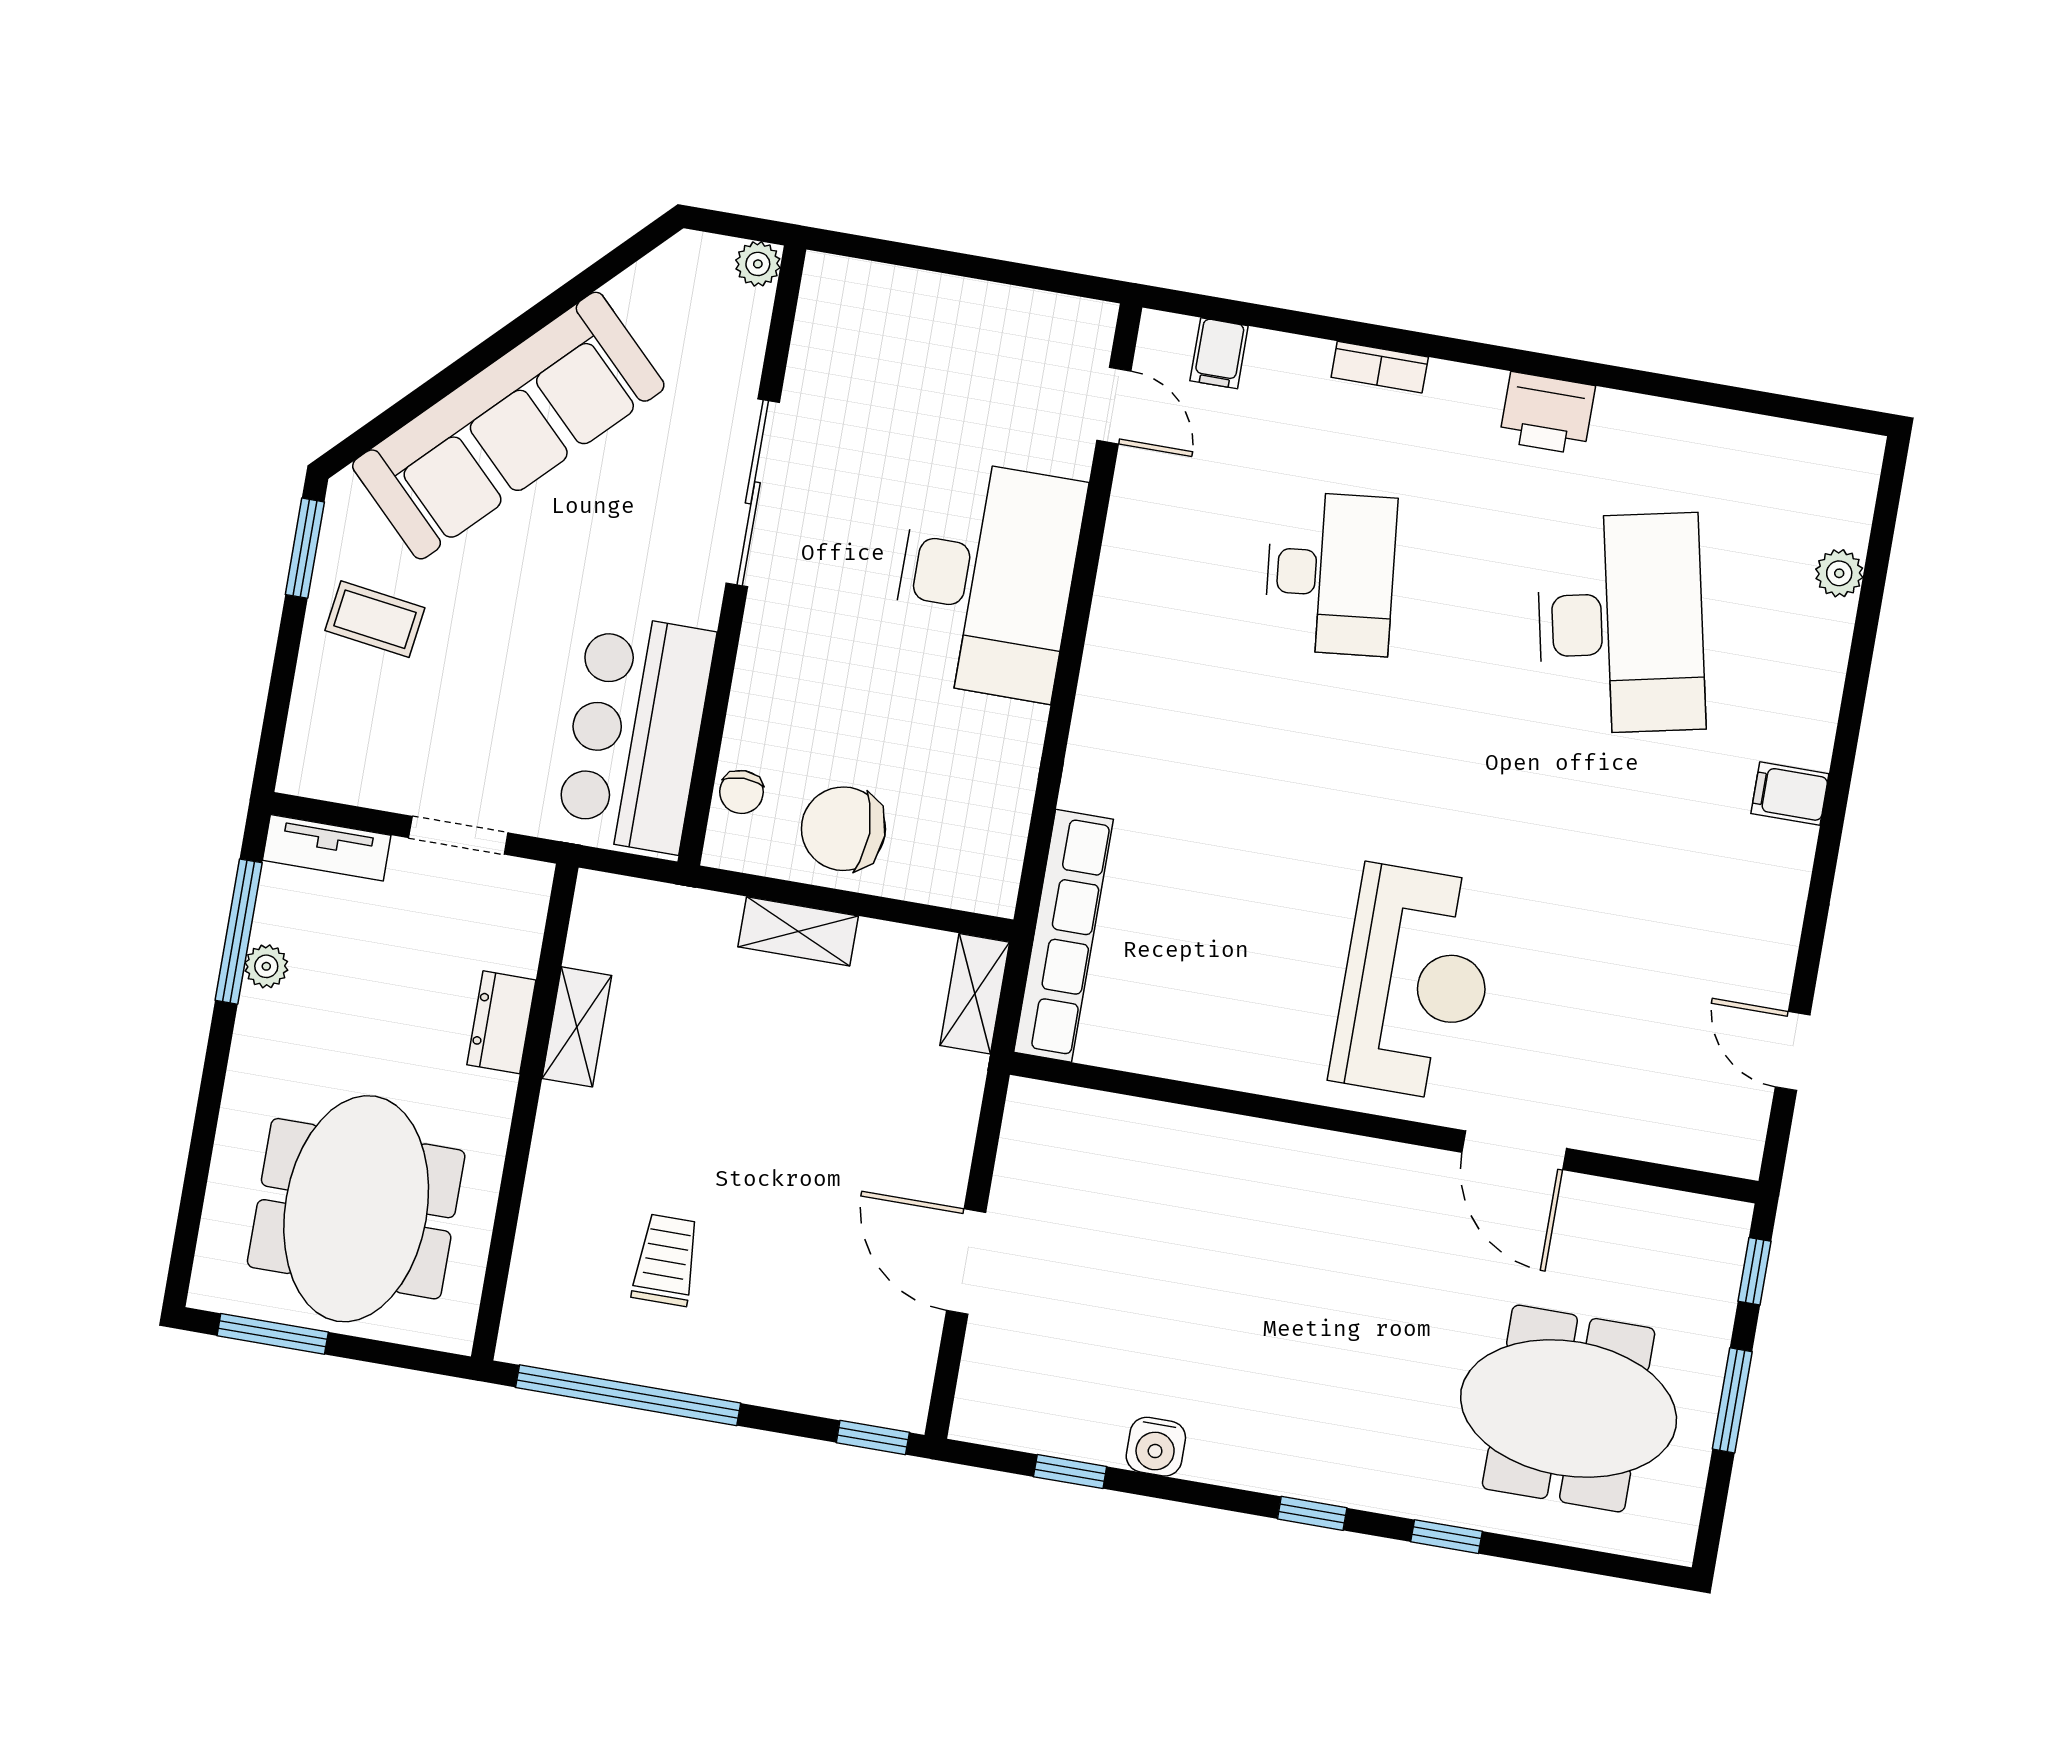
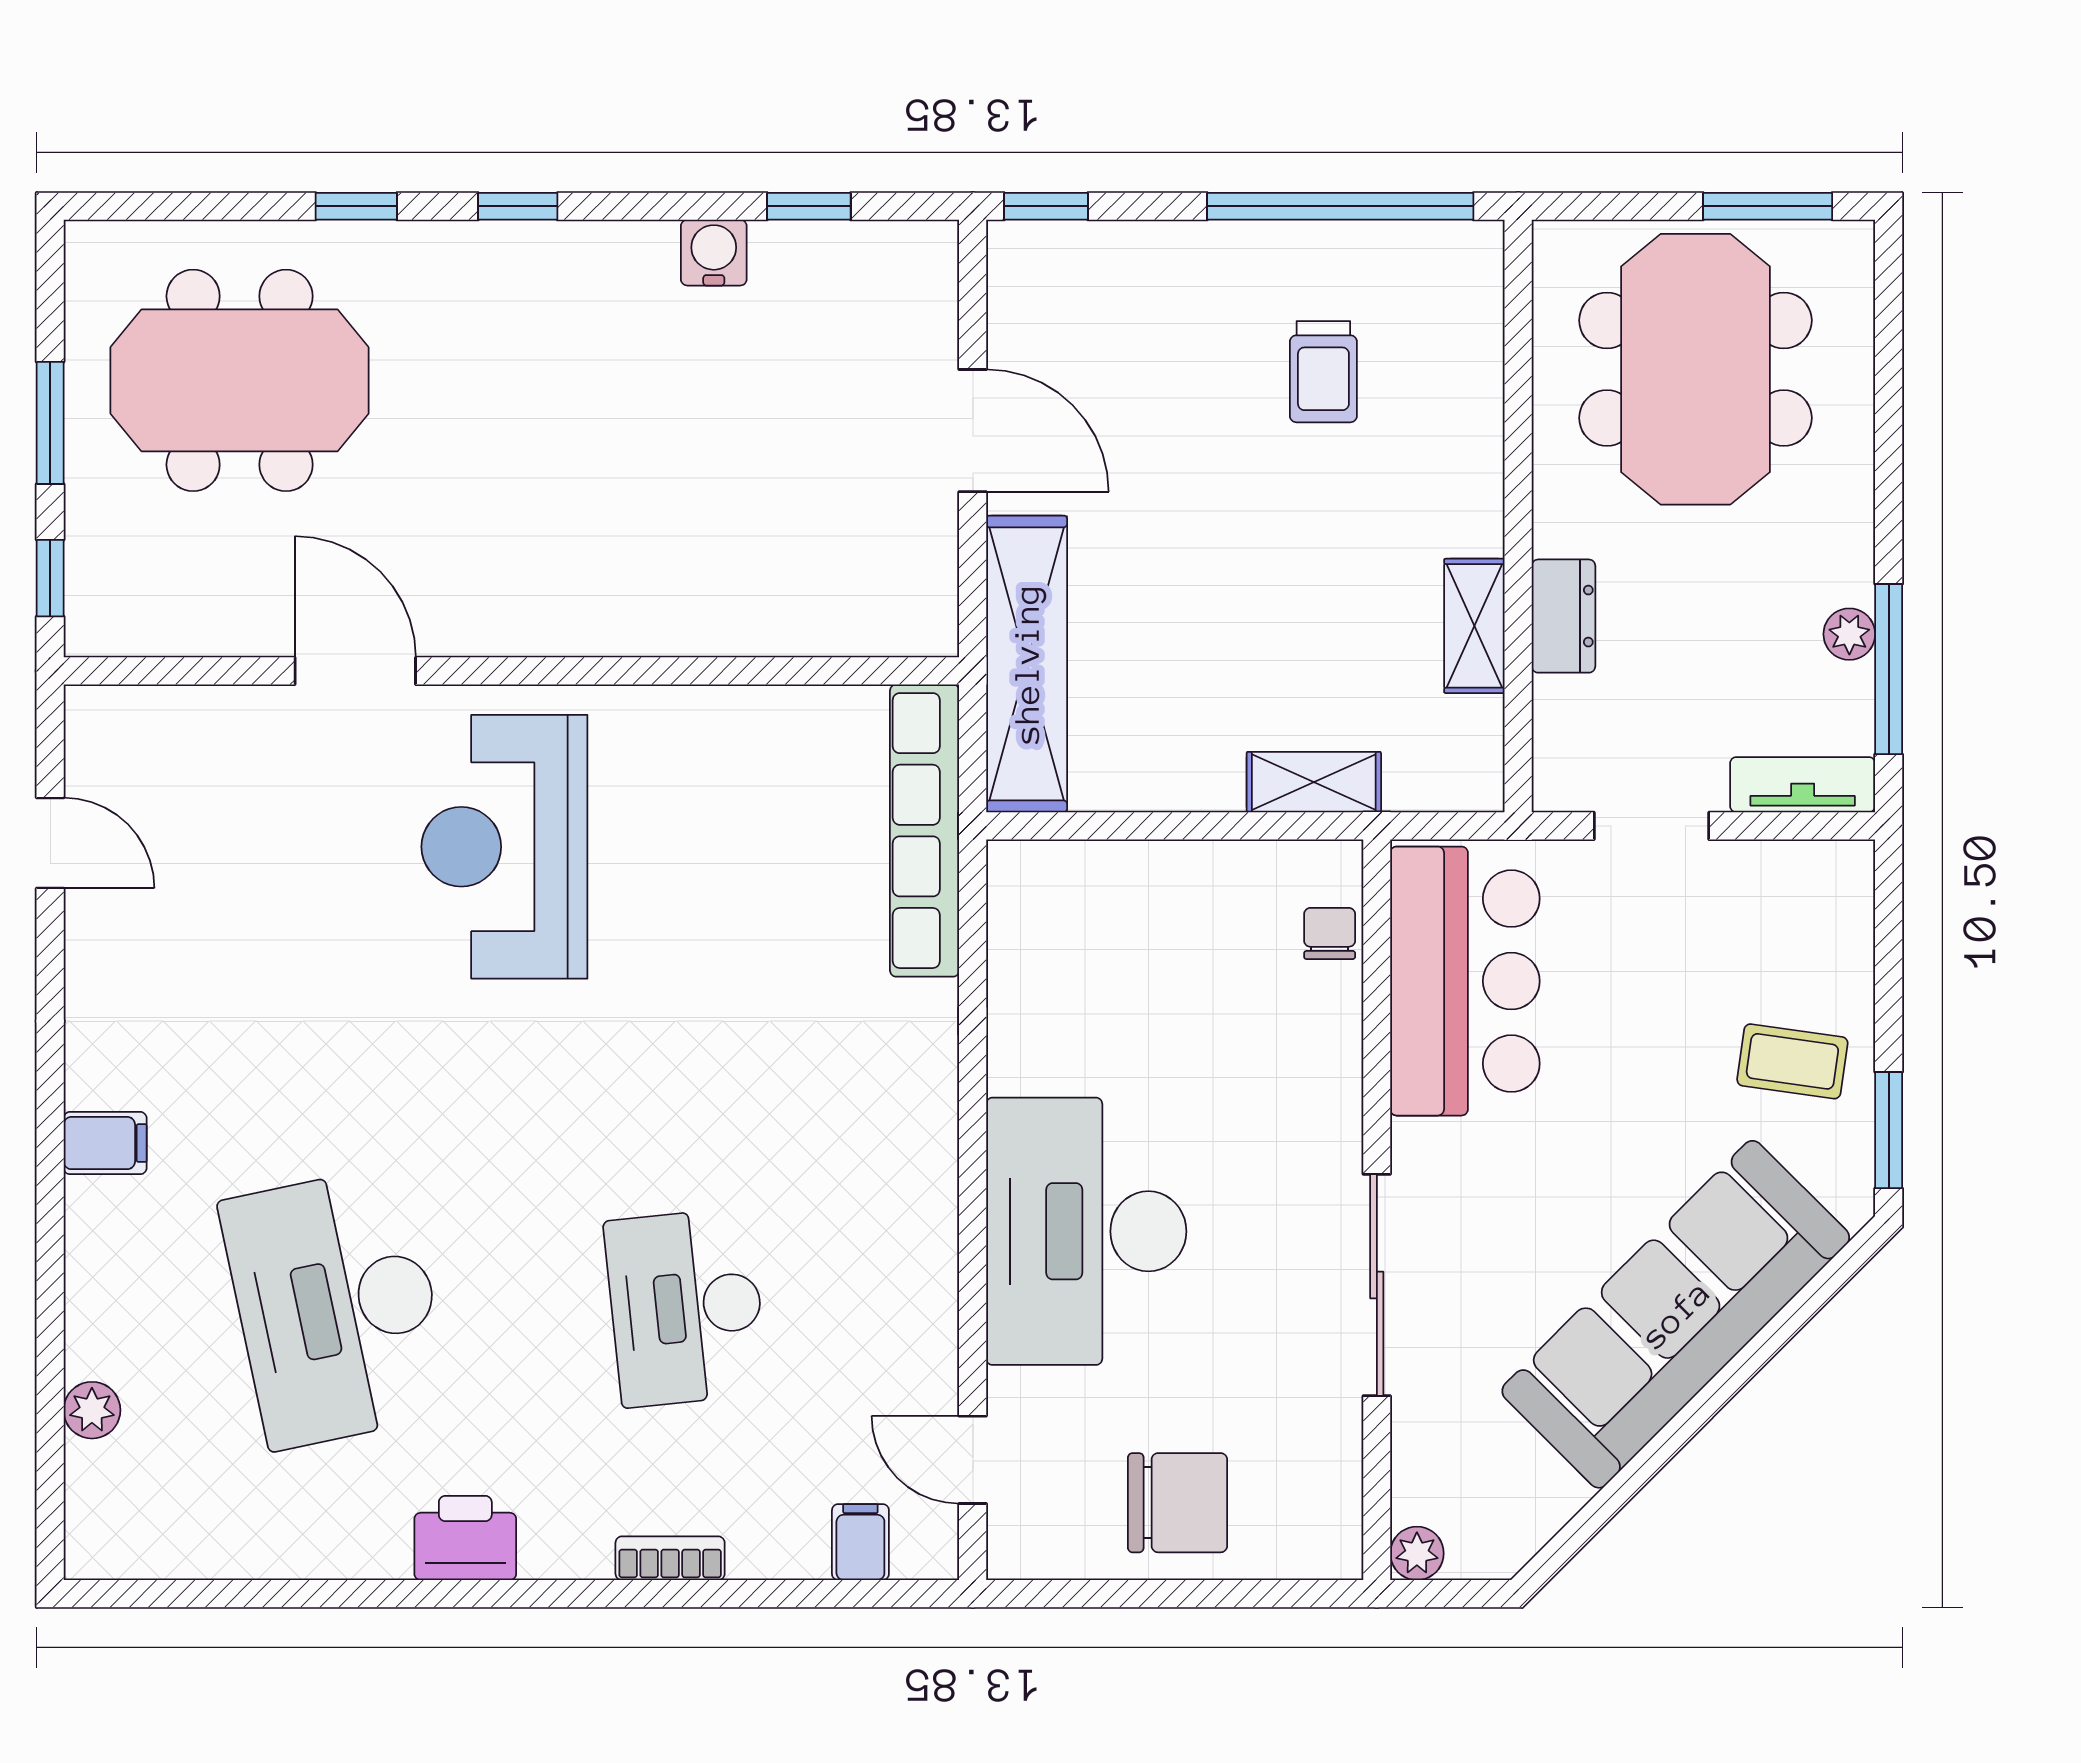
chair: (843, 829) -> (1177, 1503), moved
shelving: (798, 931) -> (1314, 782), moved
shelving: (975, 994) -> (1027, 664), width x2.20, depth x1.33

